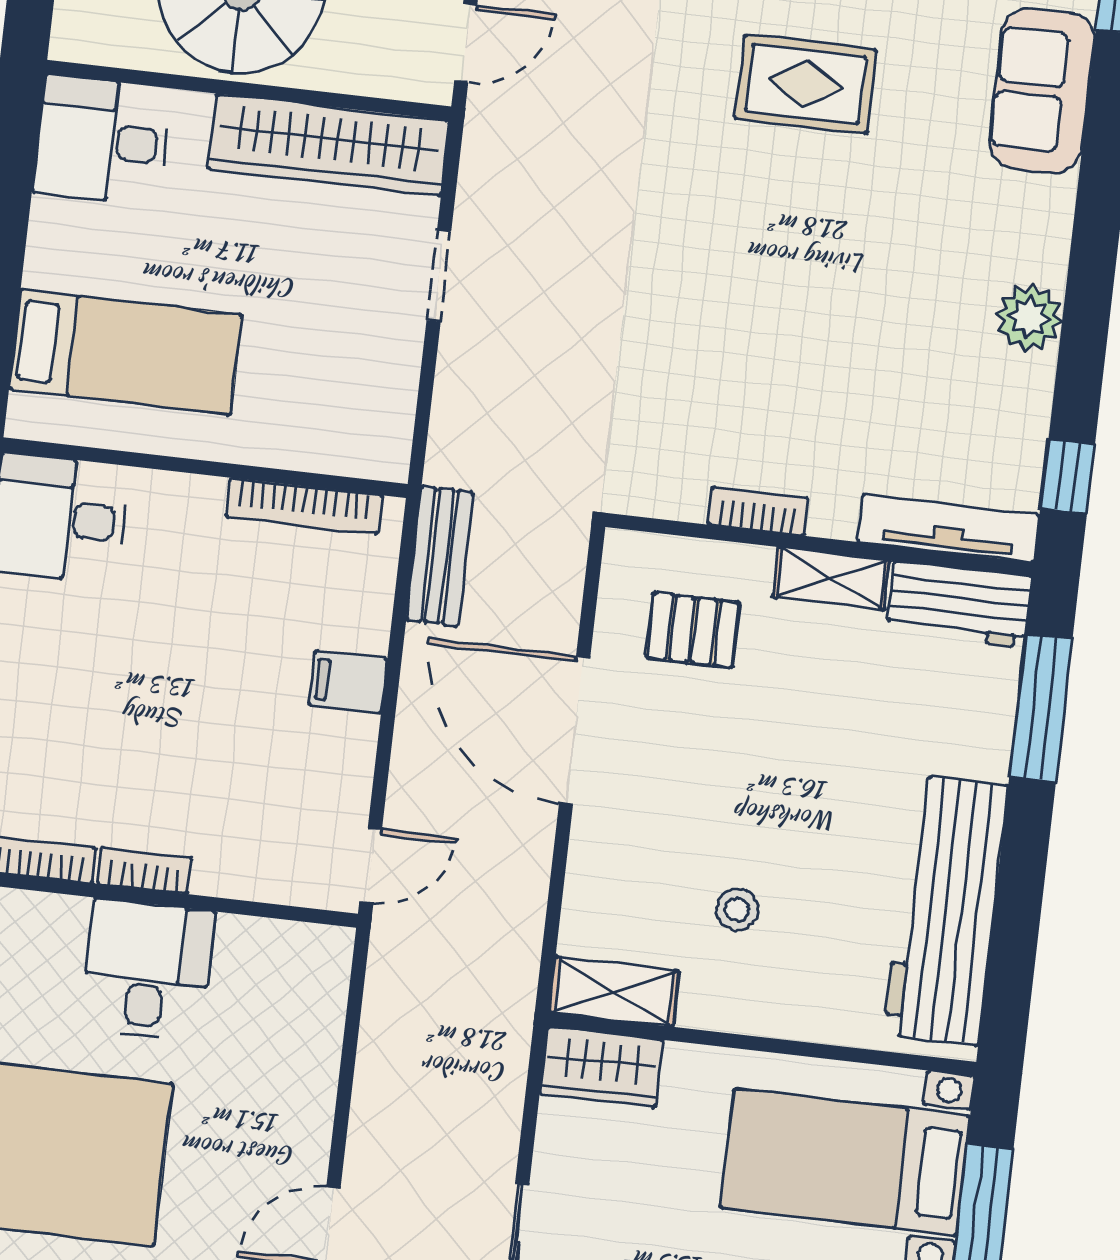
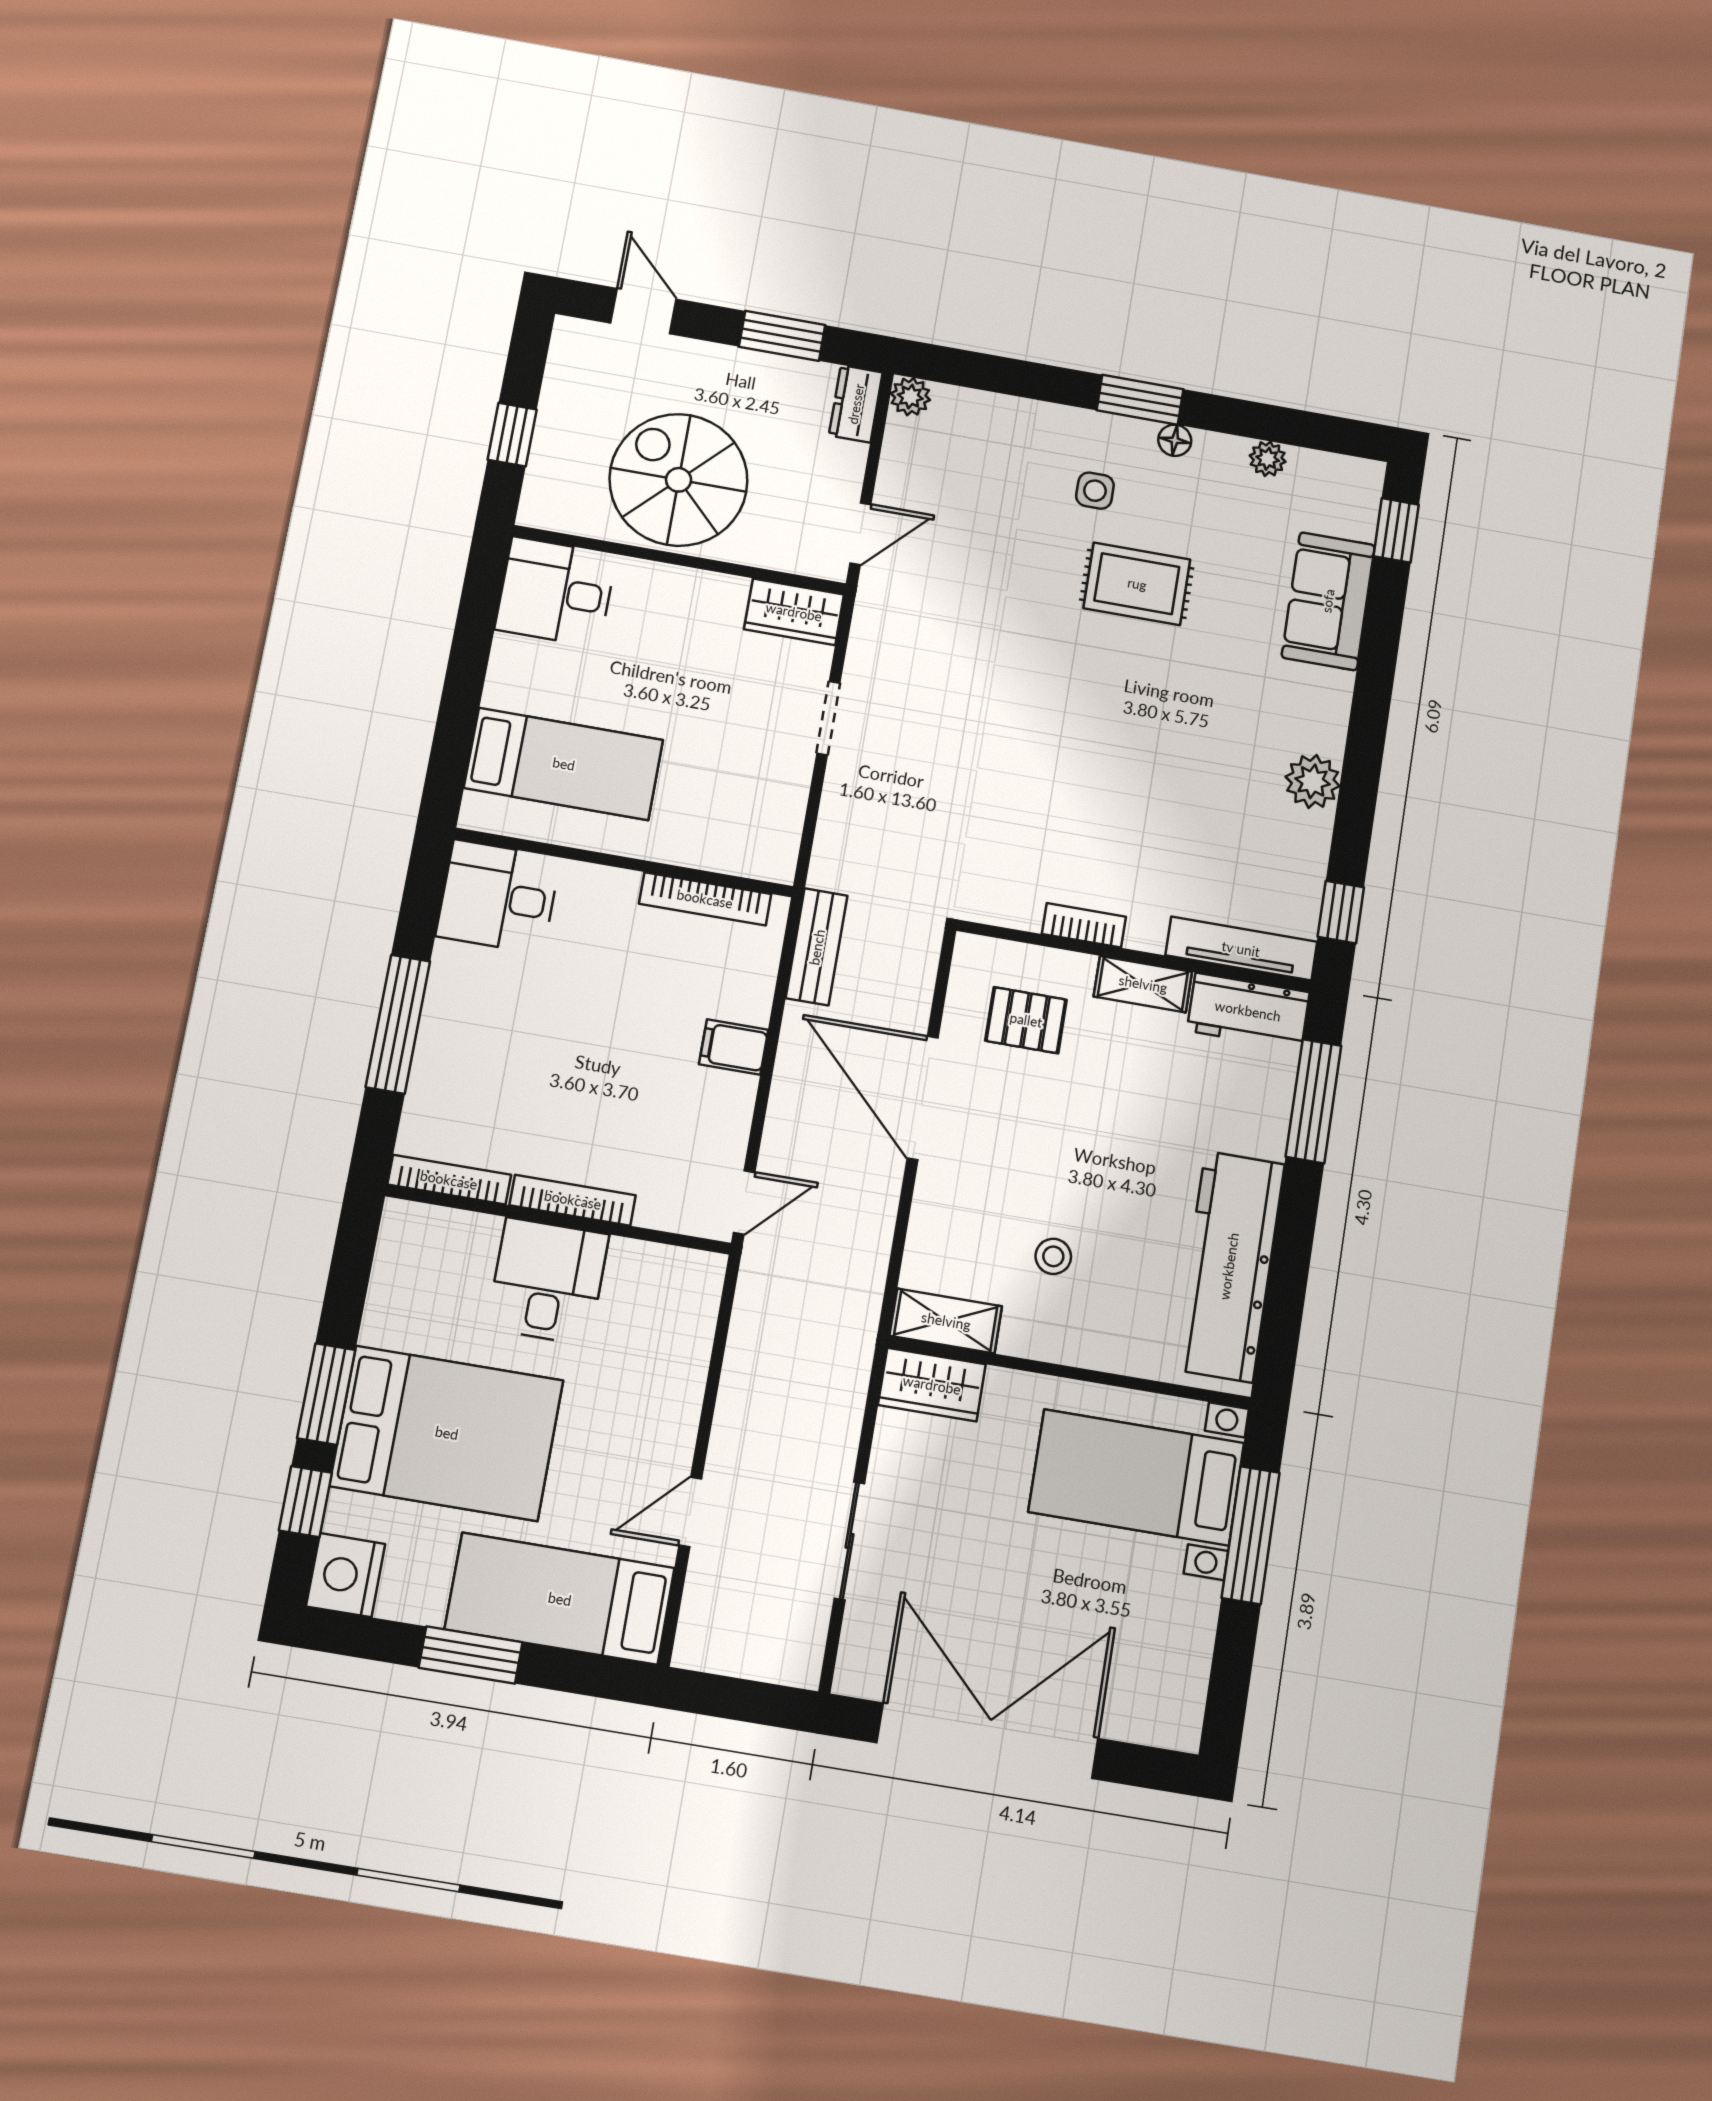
wardrobe: (329, 145) -> (794, 612), width x0.48, depth x0.85
bookcase: (145, 871) -> (573, 1200), width x1.56

